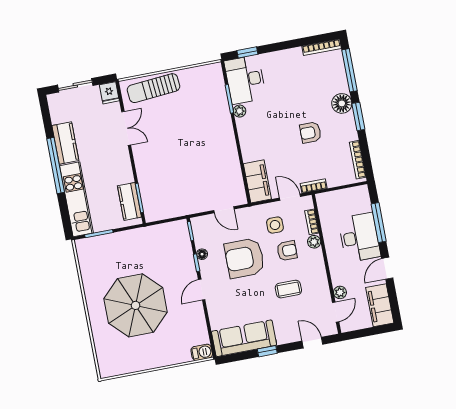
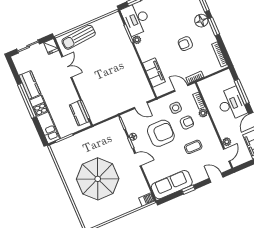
filing cabinet: (257, 181) -> (154, 72), moved
armchair: (245, 258) -> (161, 133), turned 180
door: (202, 290) -> (138, 159), swing flipped

